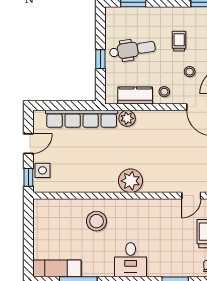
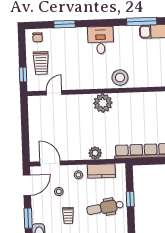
plant: (127, 118) -> (95, 153), moved
stool: (97, 221) -> (120, 78), moved

